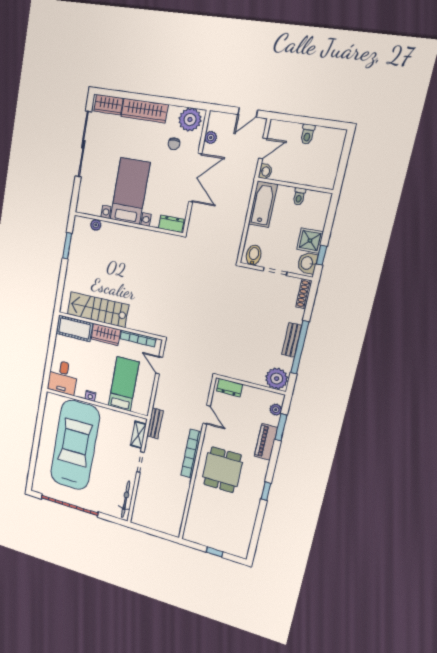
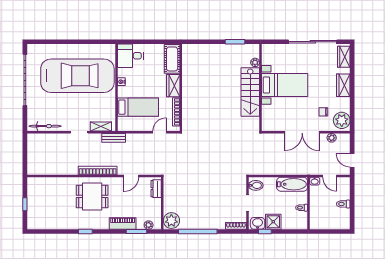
wardrobe: (144, 111) -> (343, 85), width x0.67
dresser: (171, 224) -> (267, 121), removed
stairs: (98, 310) -> (250, 92), moved, turned 180
bench: (292, 340) -> (202, 225), removed

